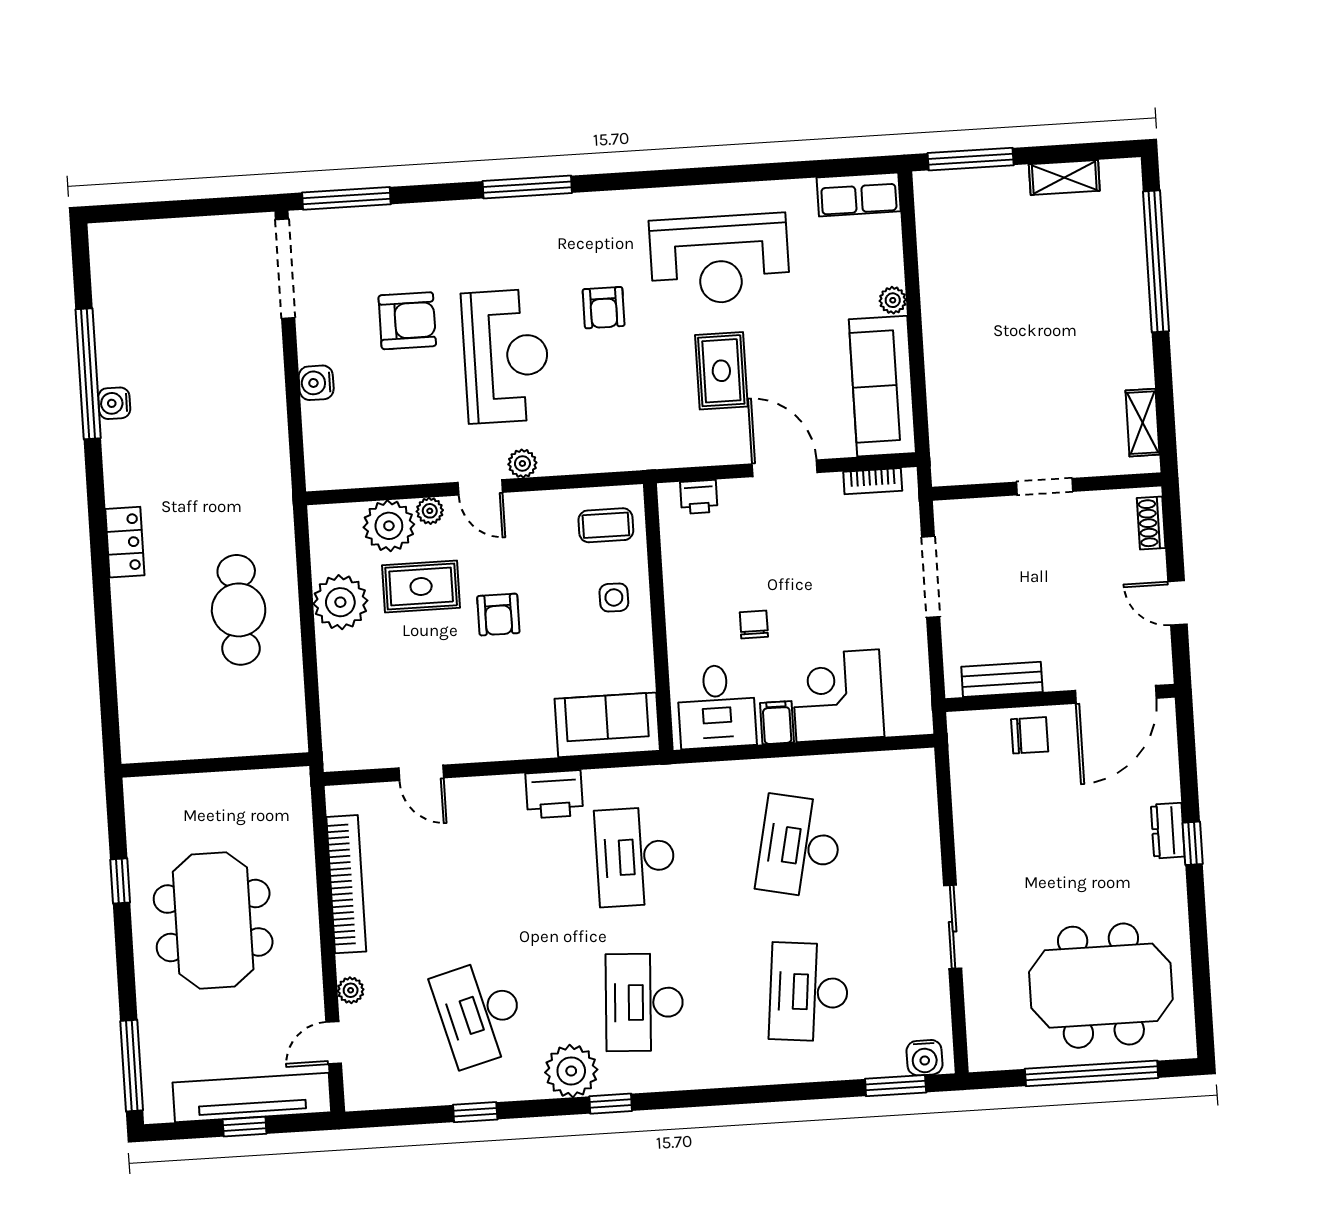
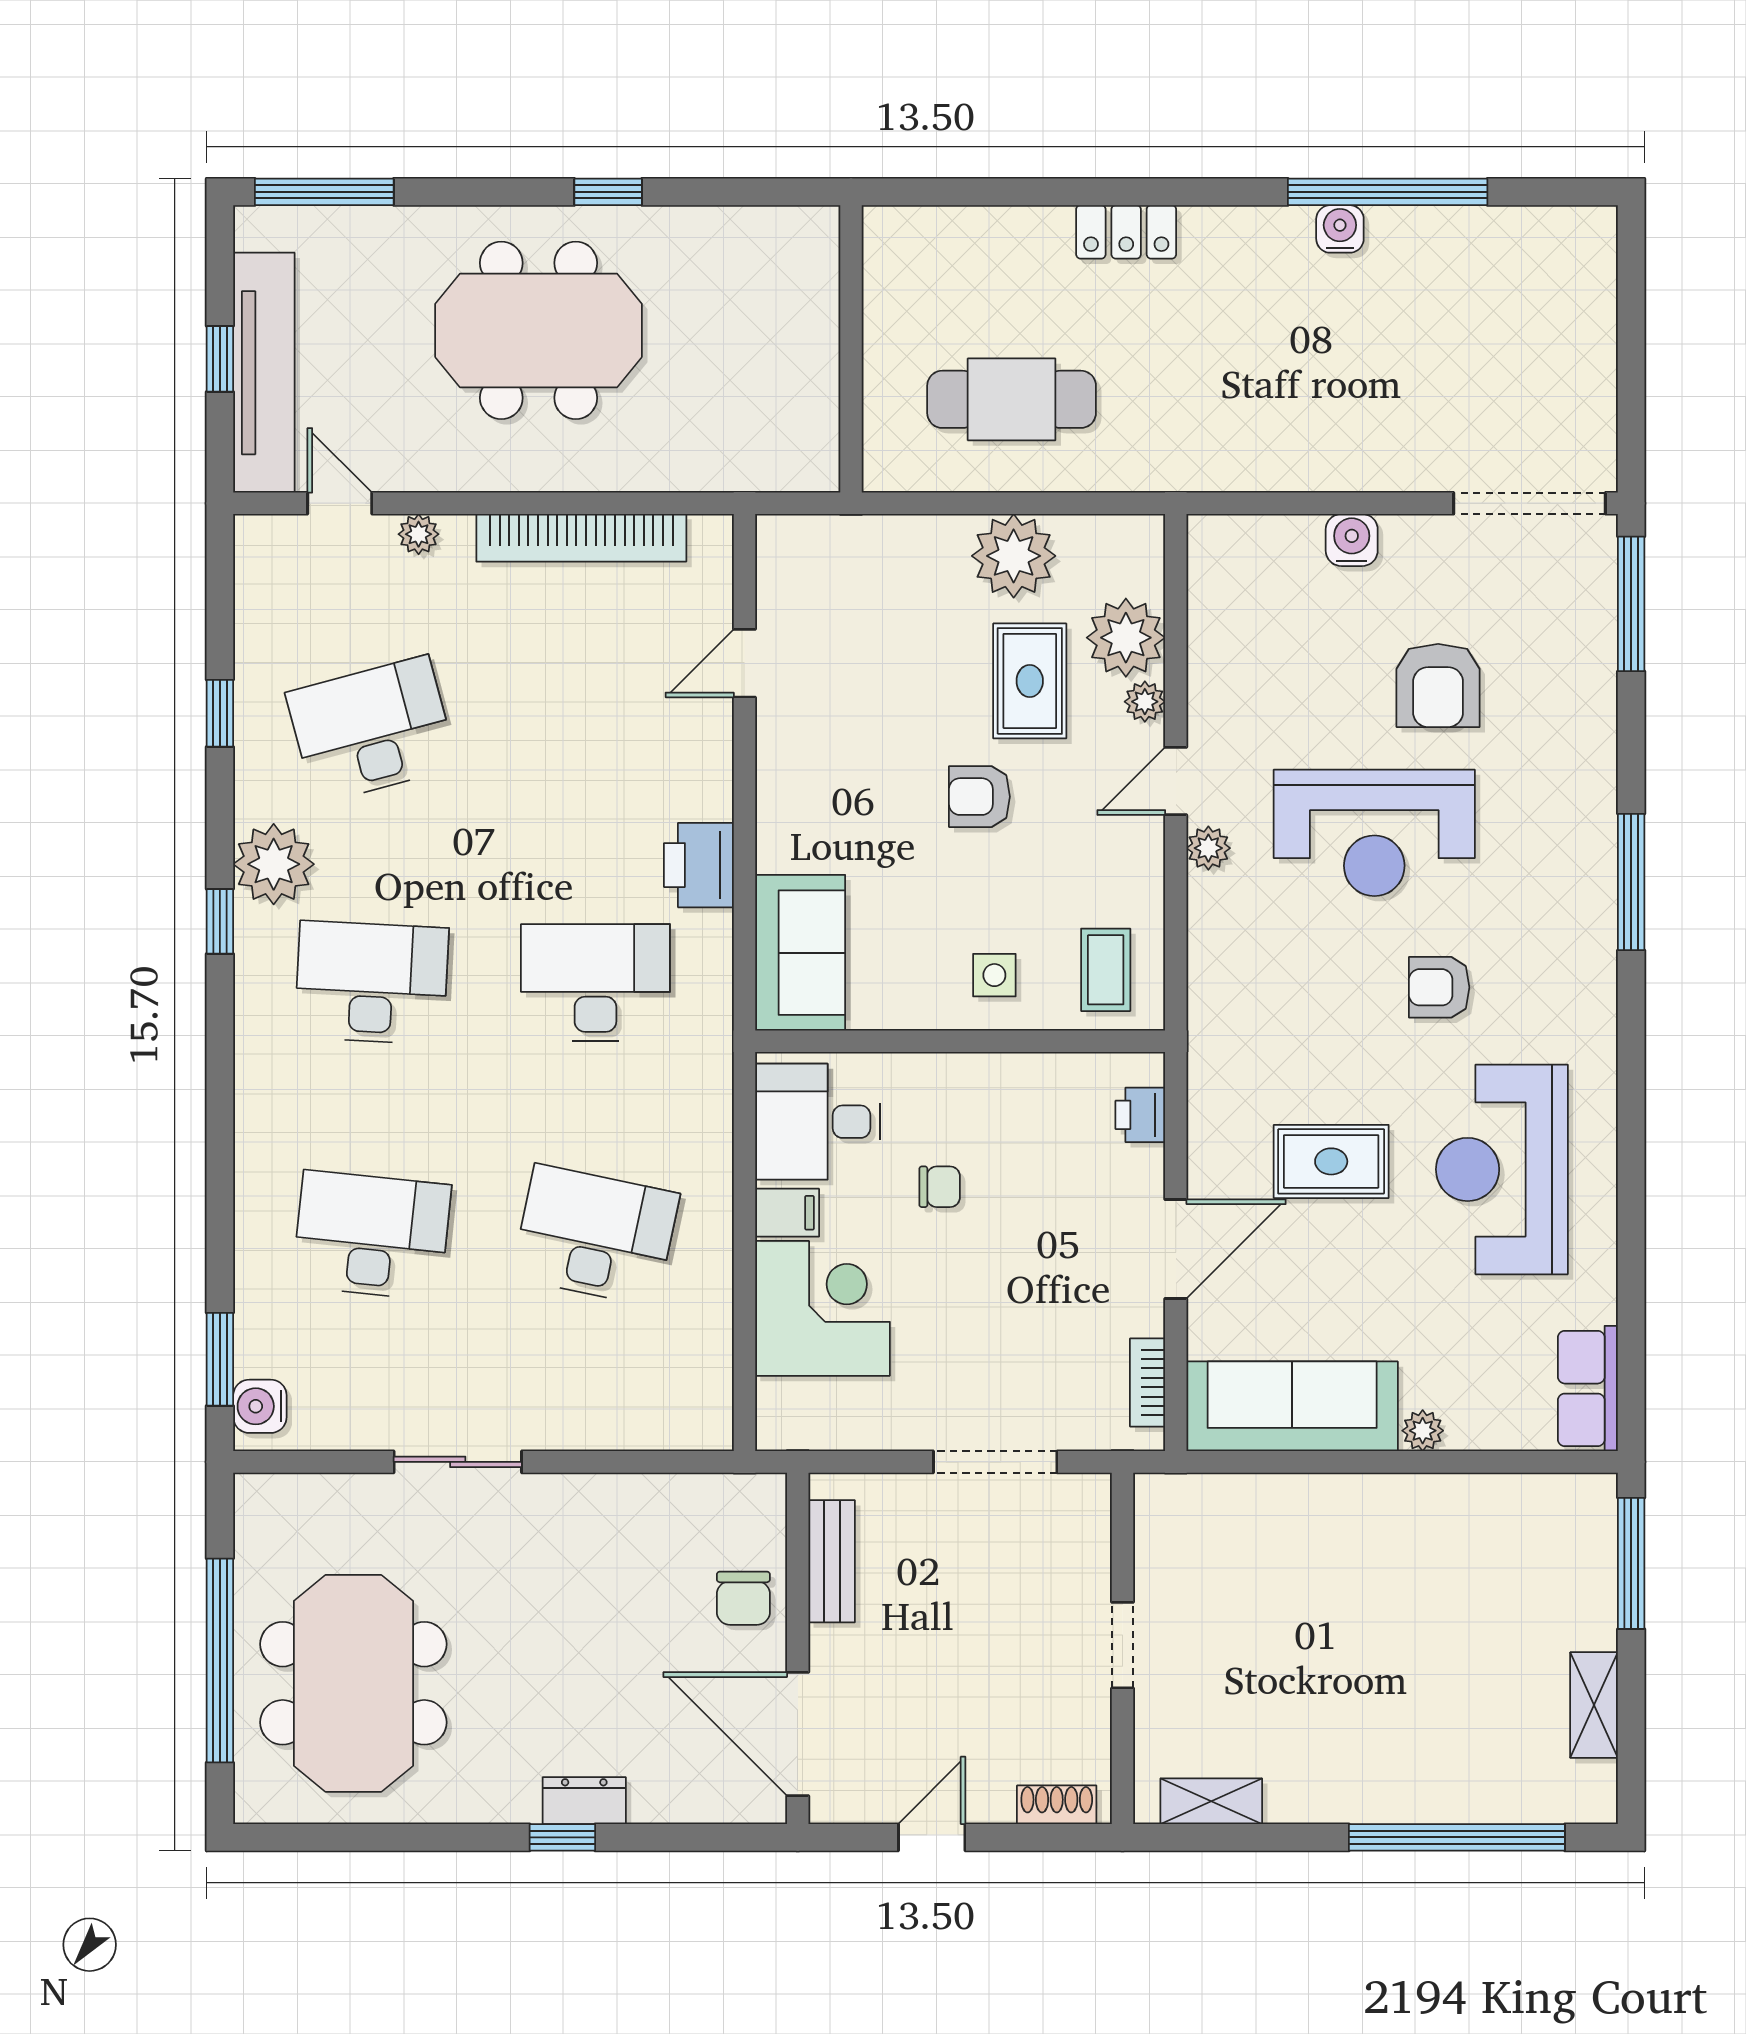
wall: (215, 765) -> (851, 349), moved

